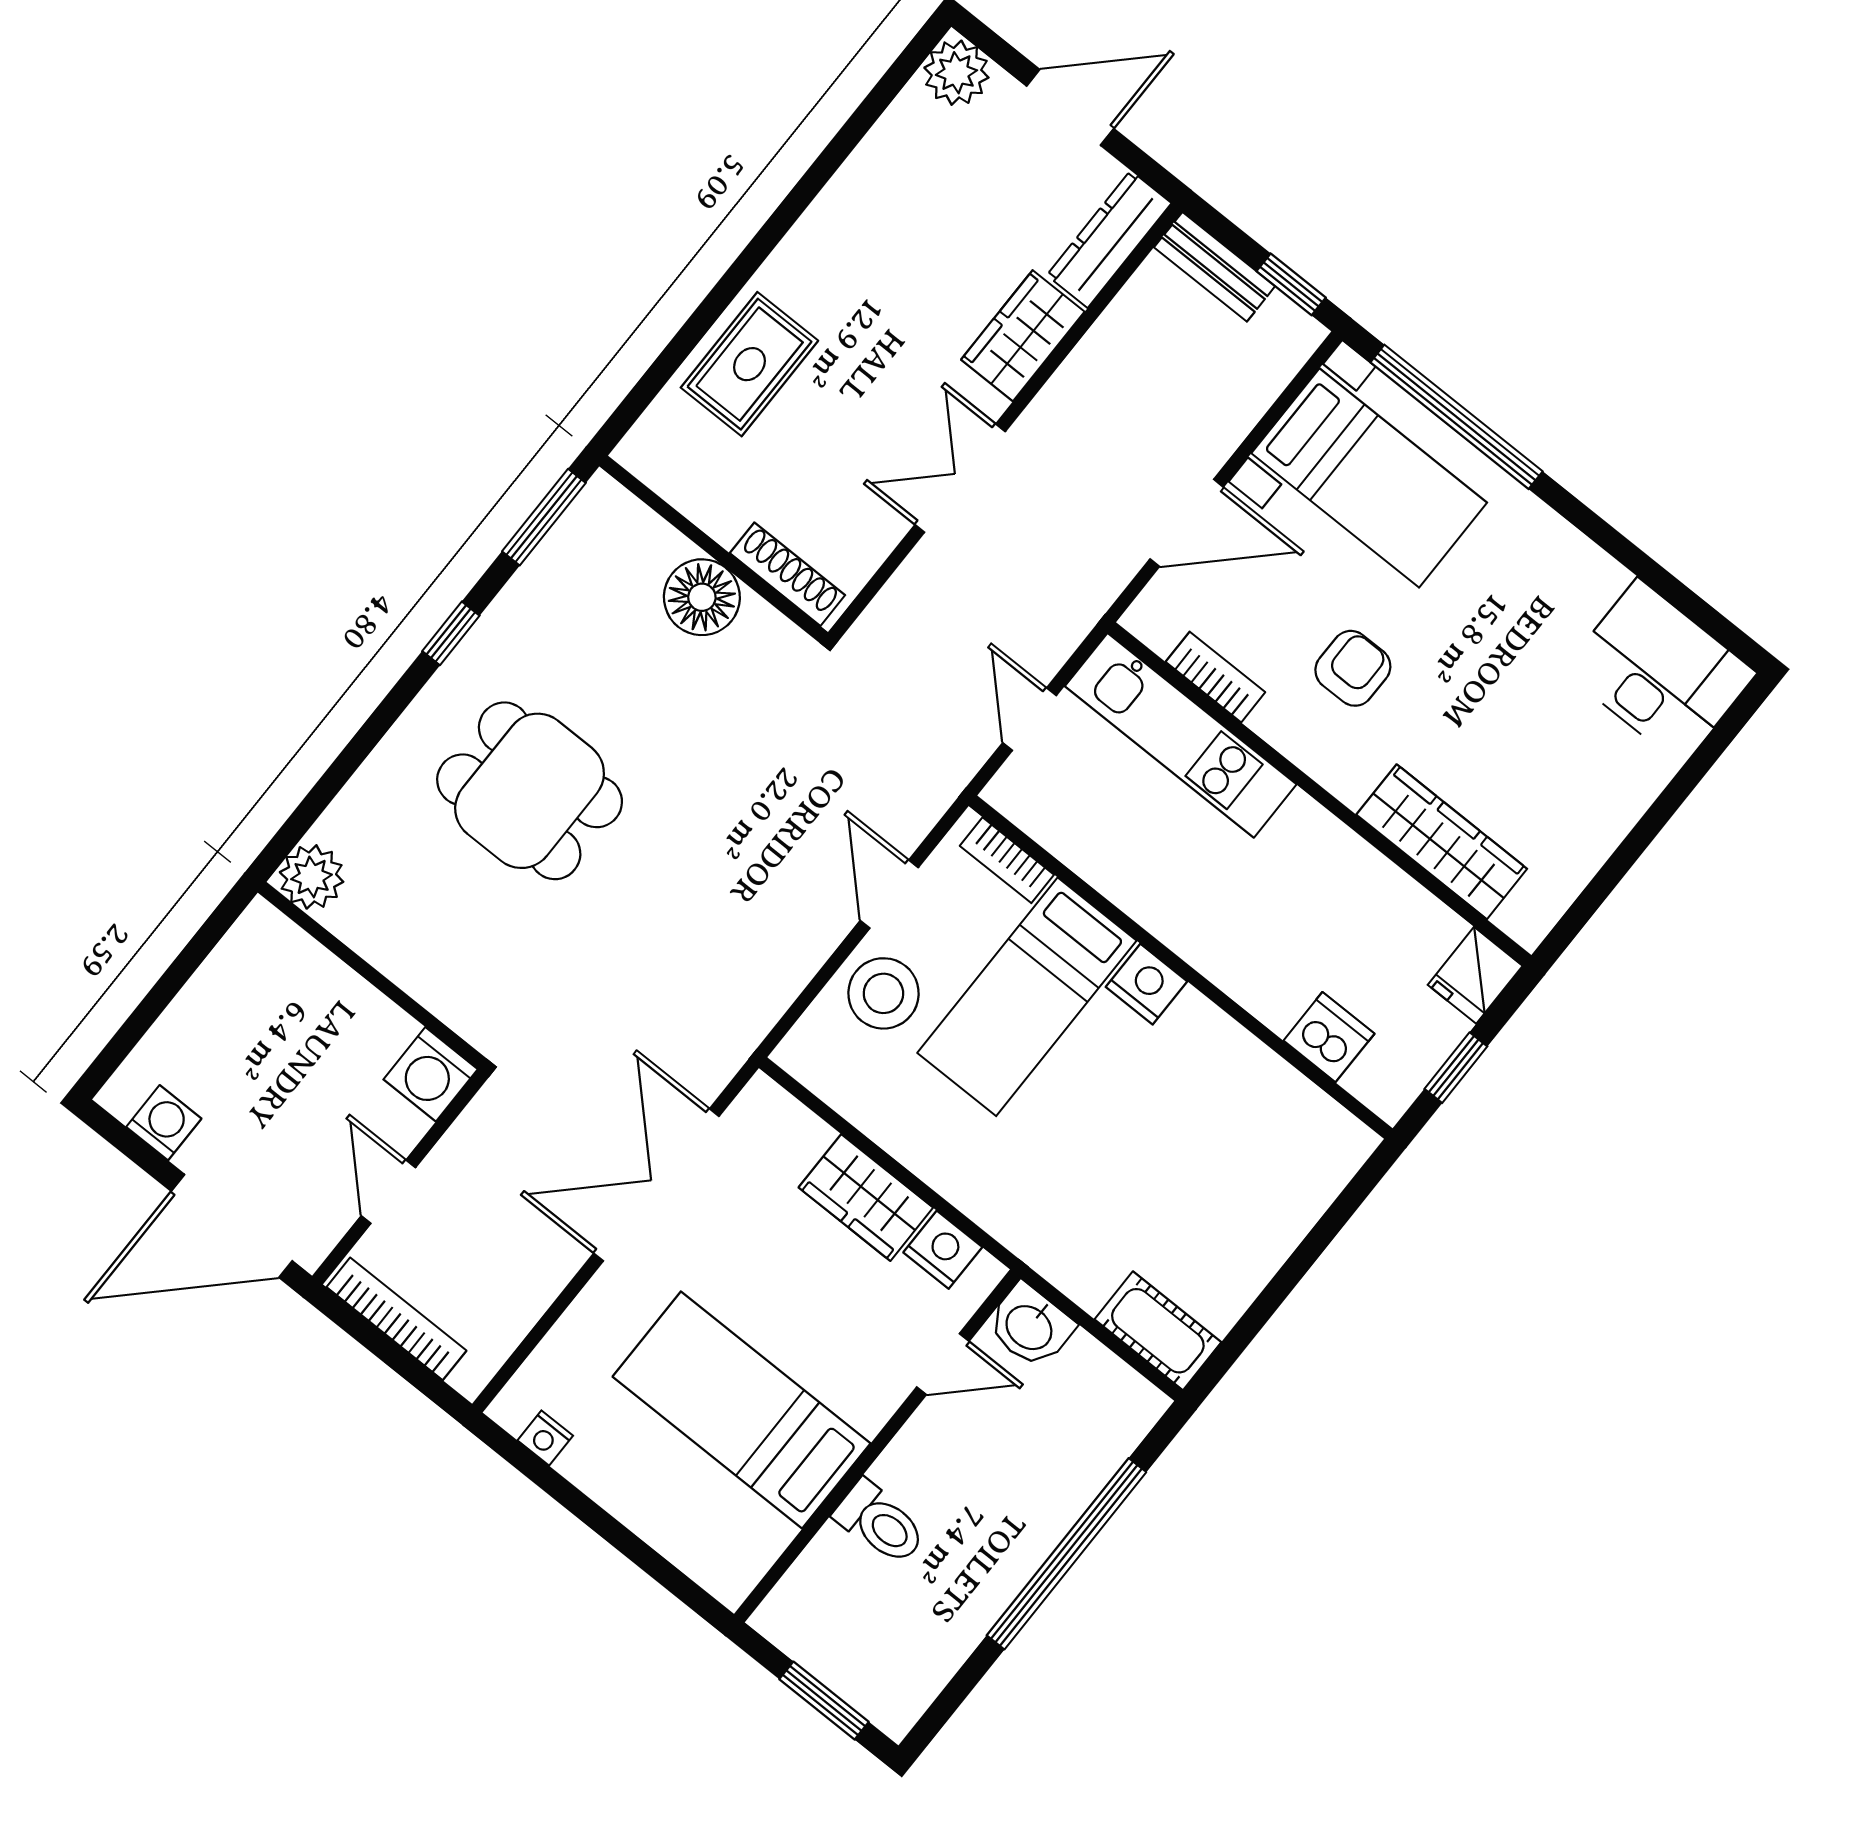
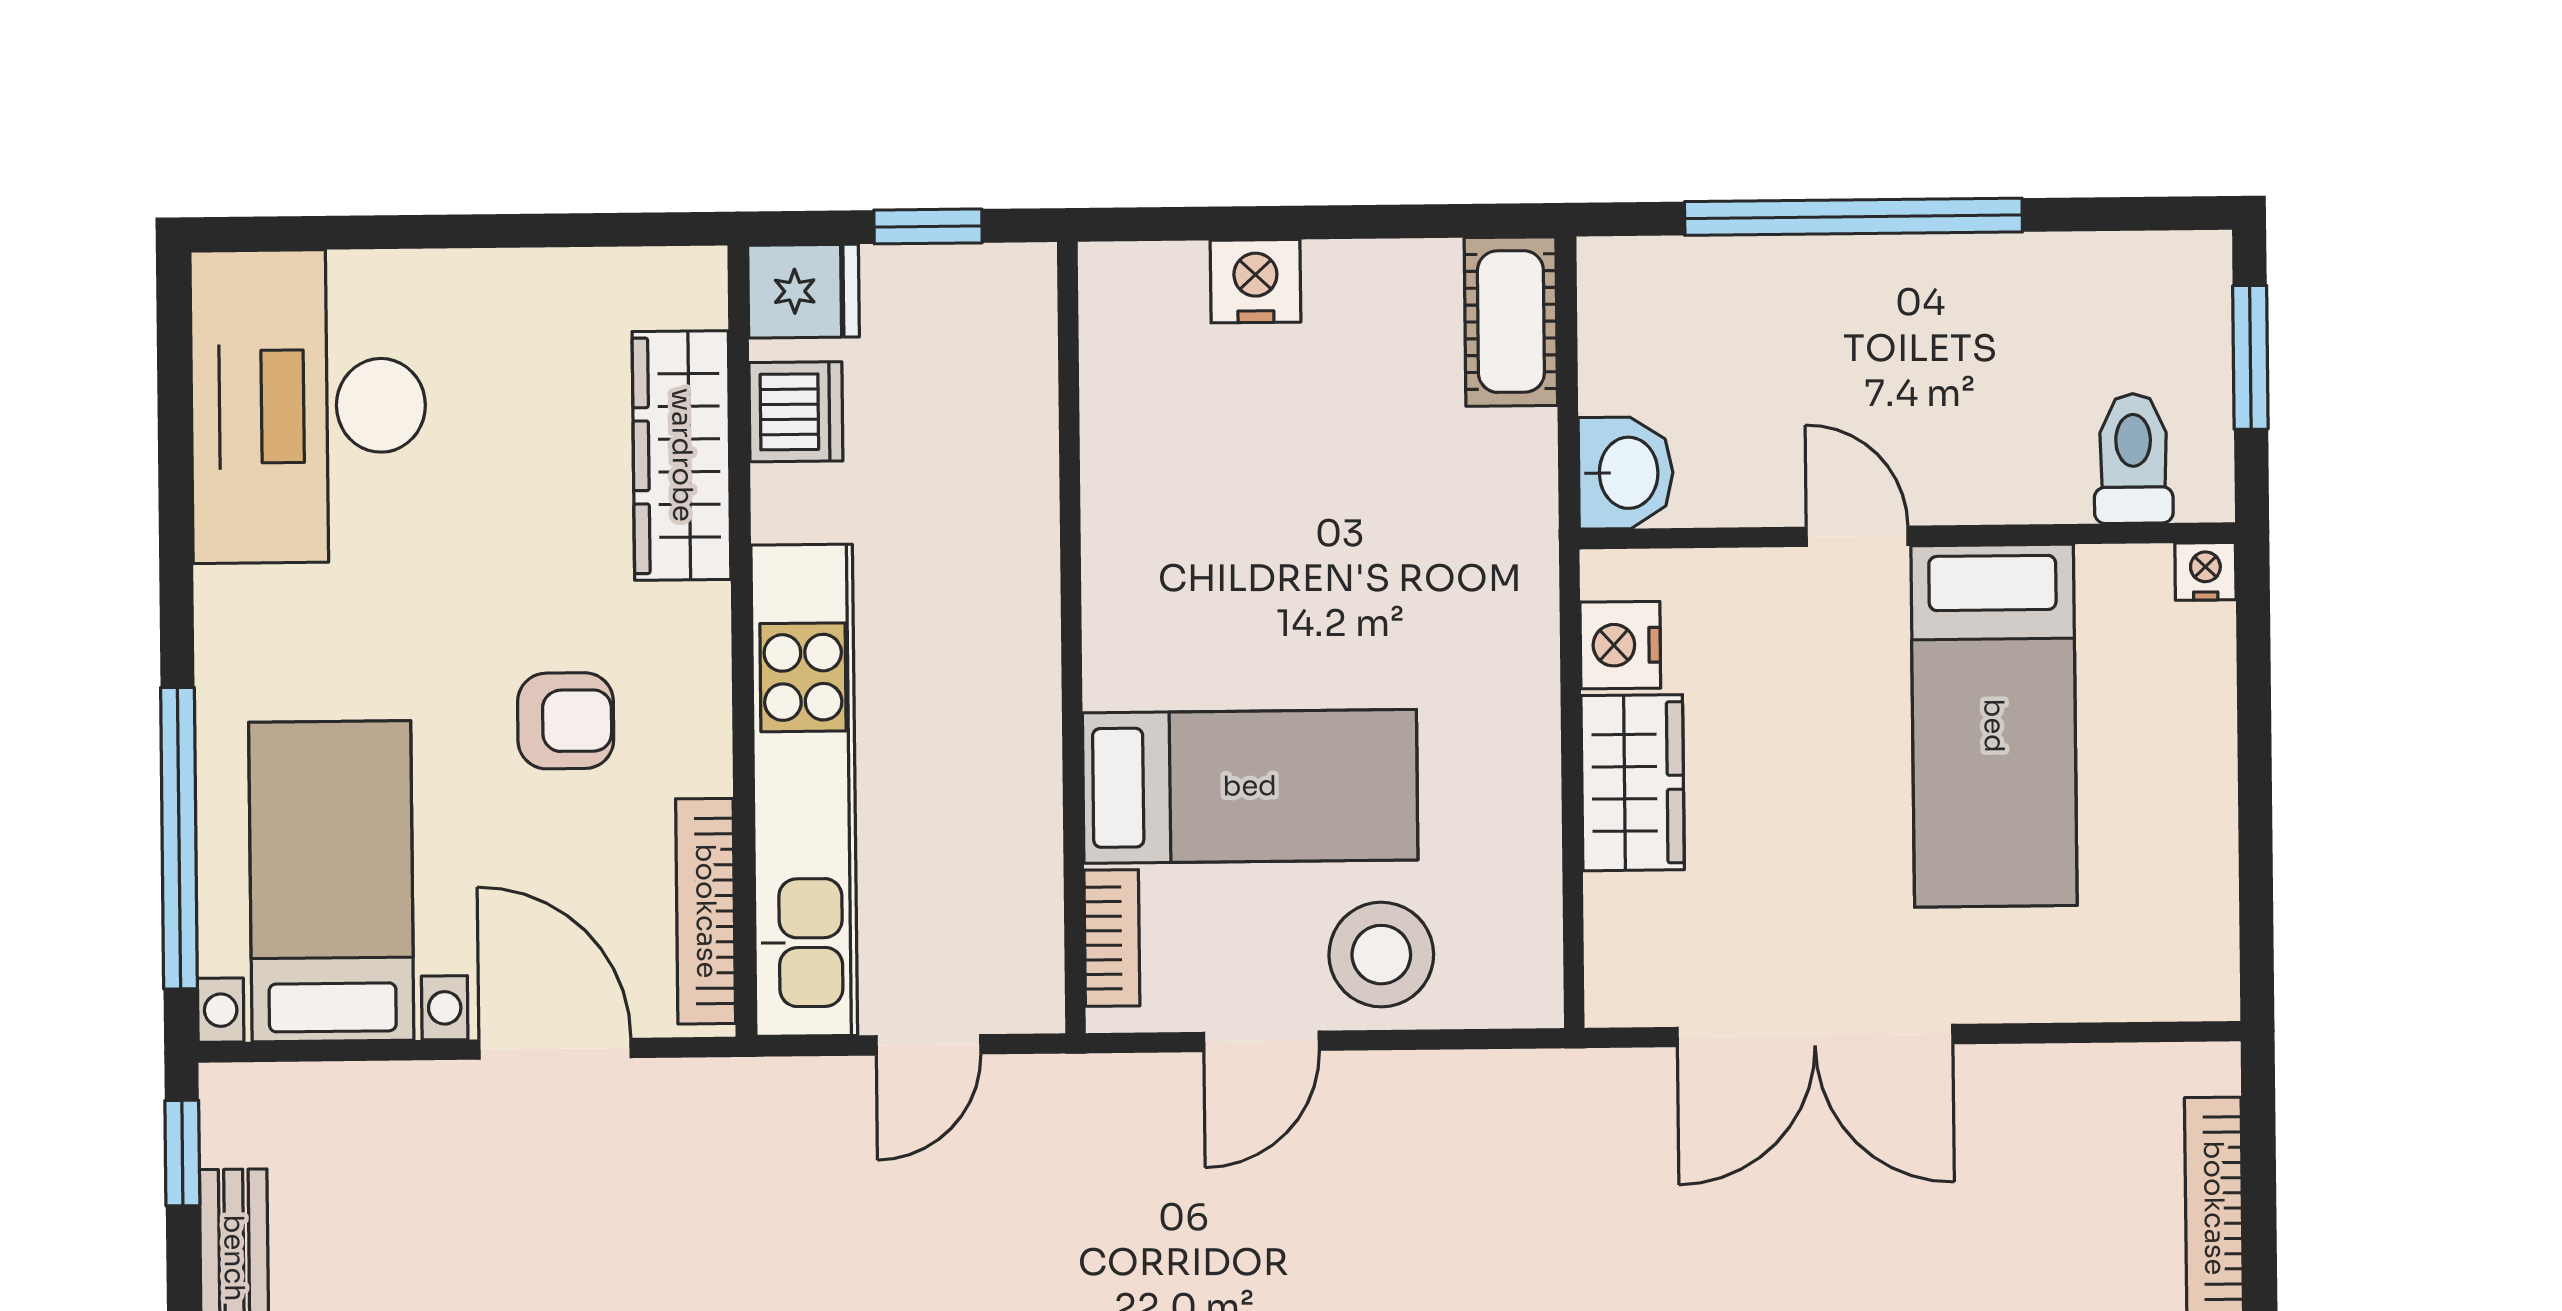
armchair: (1353, 668) -> (566, 721), turned 180
desk: (1660, 672) -> (308, 406), width x1.36, depth x1.30
bookcase: (1215, 677) -> (706, 911), width x1.56
kitchen unit: (1181, 735) -> (804, 790), width x1.36
nightstand: (1146, 984) -> (1256, 281), moved, turned 90
dishwasher: (1329, 1037) -> (796, 412), moved, turned 180
door: (943, 1364) -> (1857, 536), moved
nightstand: (545, 1438) -> (2205, 571), moved, turned -90
toilet: (880, 1523) -> (2133, 459), moved

